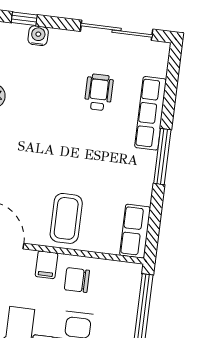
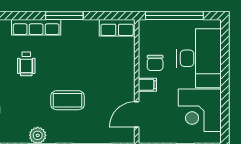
wheelchair: (99, 92) -> (26, 64), turned -90
coffee table: (66, 218) -> (67, 100), moved

